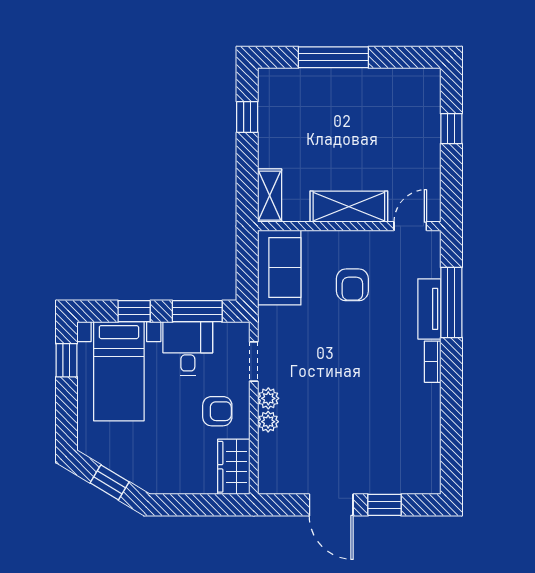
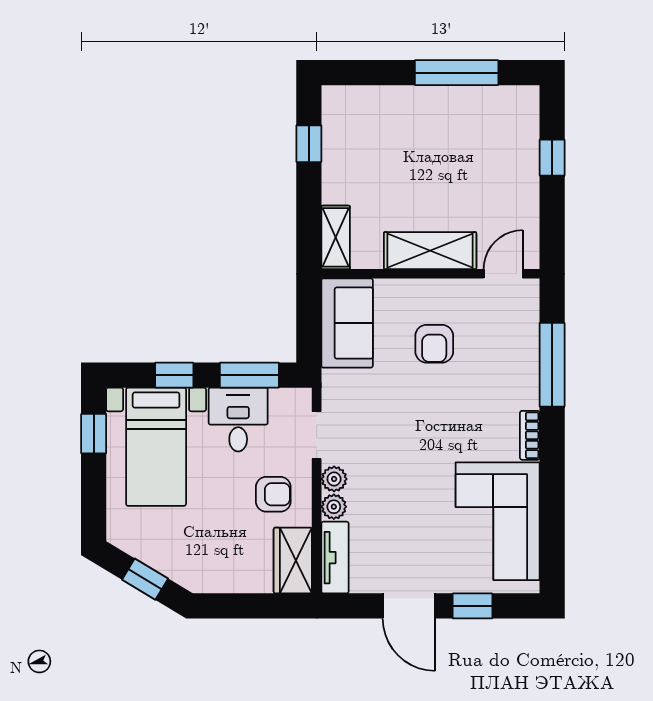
window: (333, 57) -> (457, 73), moved
tv unit: (429, 309) -> (335, 558), moved, turned 180
corner sofa: (406, 434) -> (498, 521), added

